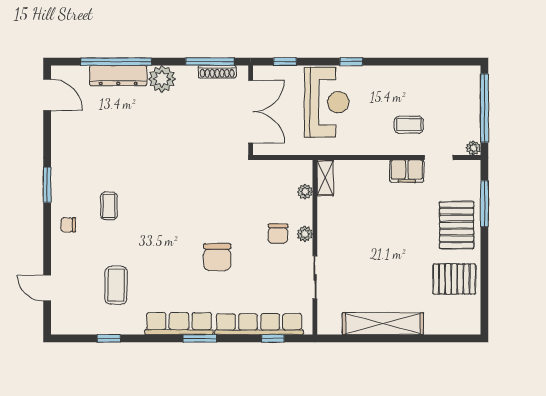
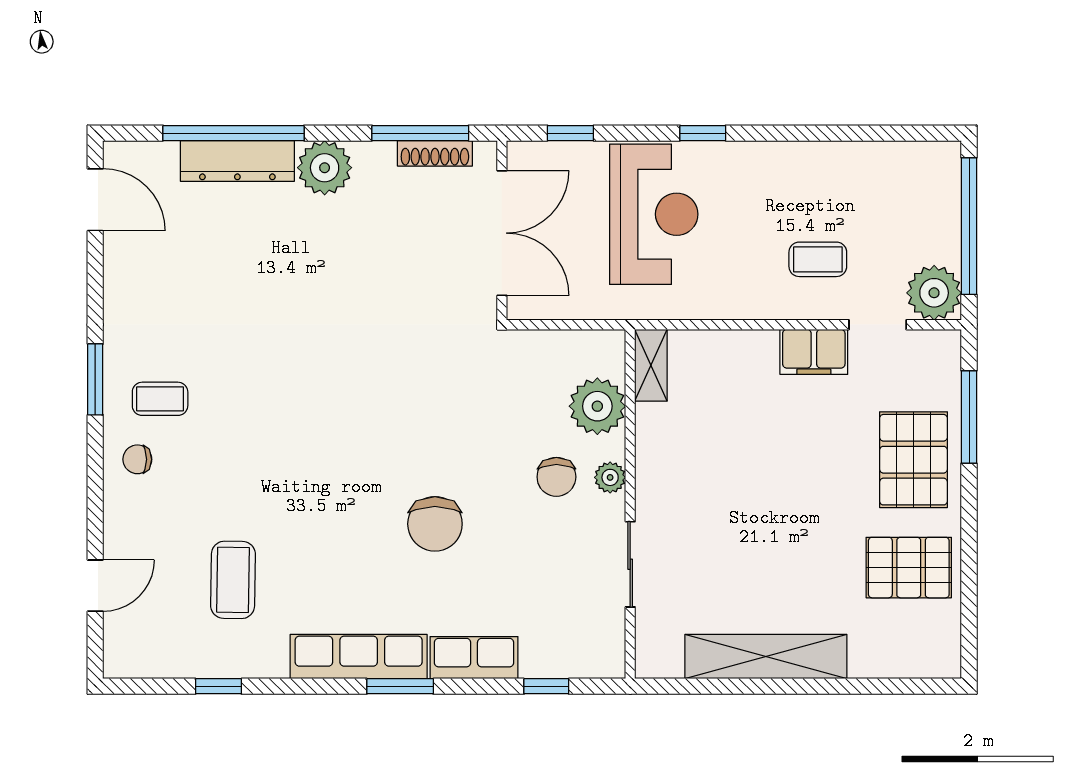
plant: (473, 148) -> (934, 293), width x1.87, depth x1.87
plant: (305, 192) -> (597, 406), width x1.87, depth x1.87
coffee table: (109, 206) -> (160, 399), moved, turned 90
door: (47, 288) -> (95, 586), swing flipped
row of seats: (259, 324) -> (474, 658), width x0.50

